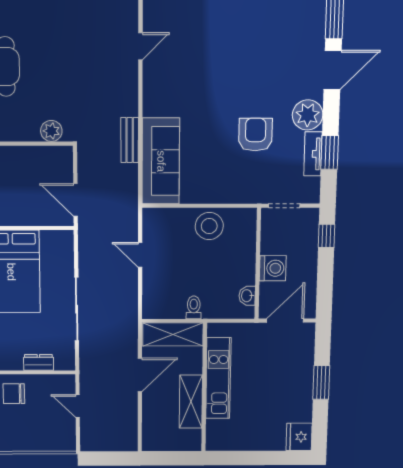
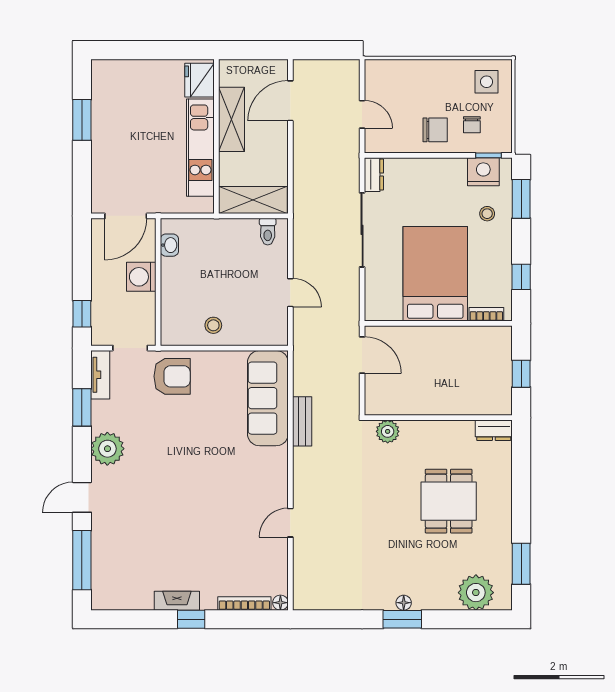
door: (333, 70) -> (82, 497), width x0.73
armchair: (255, 135) -> (172, 376), moved, turned -90
tv unit: (313, 154) -> (100, 375), moved
stool: (209, 226) -> (213, 325), width x0.53, depth x0.53
toilet: (194, 307) -> (268, 232), moved
dresser: (39, 362) -> (374, 175), moved, turned -90
door: (140, 375) -> (290, 101), moved
window: (321, 382) -> (82, 120), moved
fridge: (299, 437) -> (200, 80), moved, turned 180

